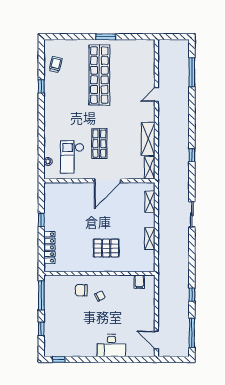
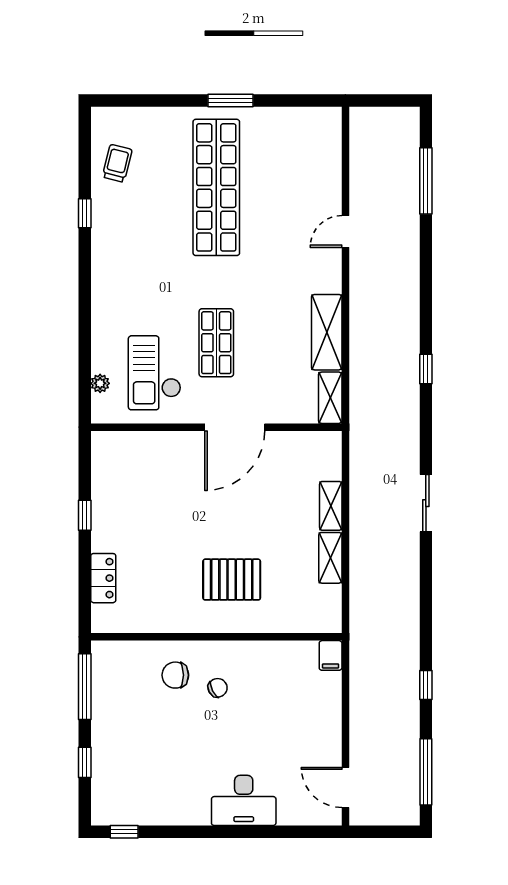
shelving: (150, 202) -> (331, 506), moved
locker: (49, 247) -> (103, 578), width x0.66
filing cabinet: (139, 282) -> (331, 655), moved

